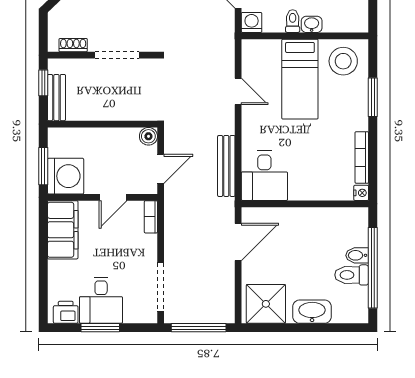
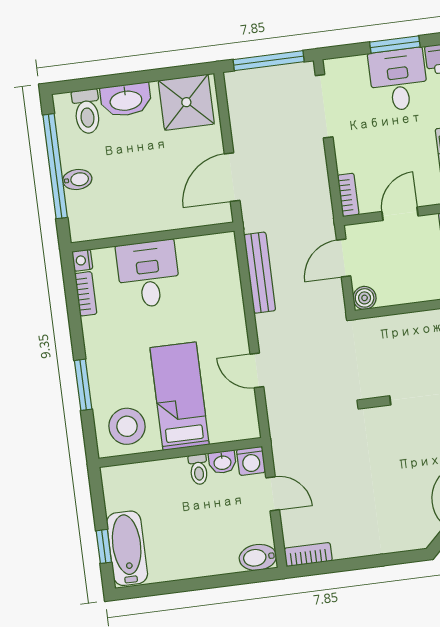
washbasin: (312, 24) -> (222, 462), moved
bookcase: (362, 157) -> (86, 294), width x0.64
desk: (264, 176) -> (148, 274), moved
toilet: (352, 275) -> (87, 111), moved, turned 90

